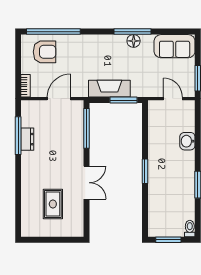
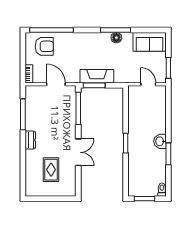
door: (59, 99) -> (56, 84), hinge flipped
window: (124, 100) -> (94, 85), moved
dresser: (27, 139) -> (30, 140), moved
washbasin: (187, 141) -> (160, 141), moved

